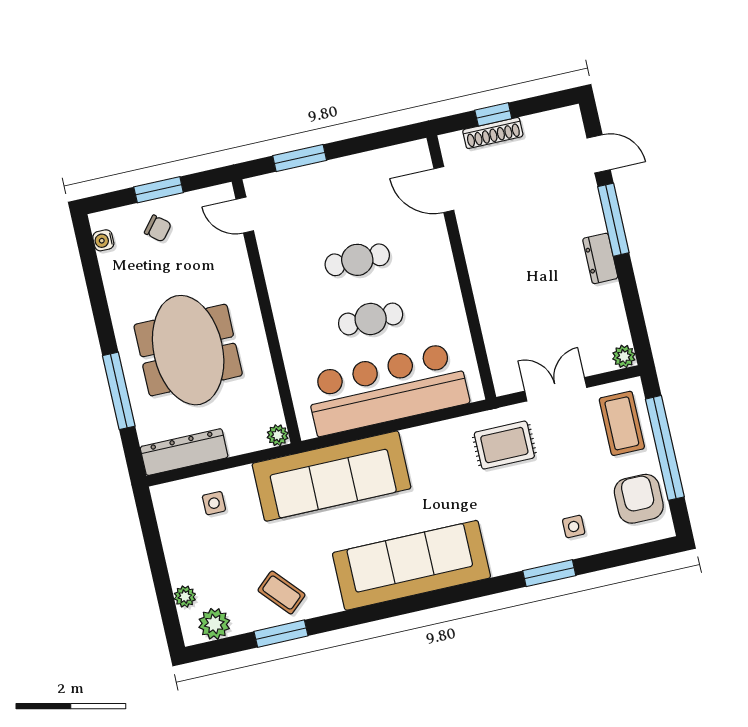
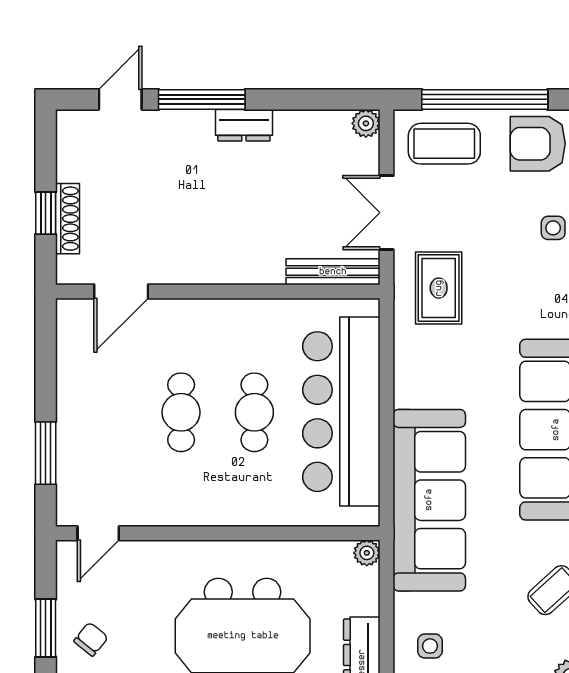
bench: (498, 357) -> (333, 272), added

